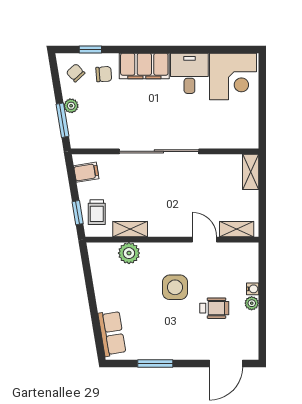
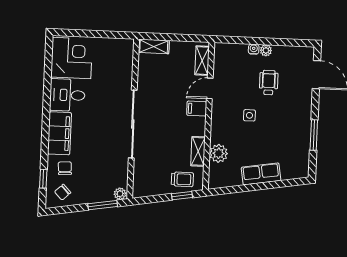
plant: (71, 106) -> (120, 194), moved
filing cabinet: (86, 172) -> (197, 109), moved, turned -81
side table: (175, 287) -> (249, 115), width x0.54, depth x0.54
row of seats: (112, 333) -> (261, 174), moved

